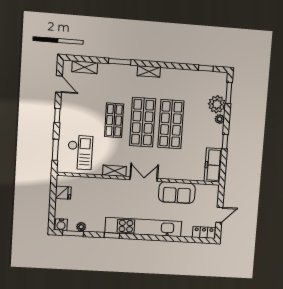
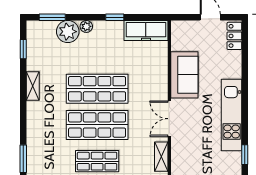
shelving: (149, 71) -> (33, 86), moved
kitchen unit: (143, 227) -> (232, 115), width x0.73

